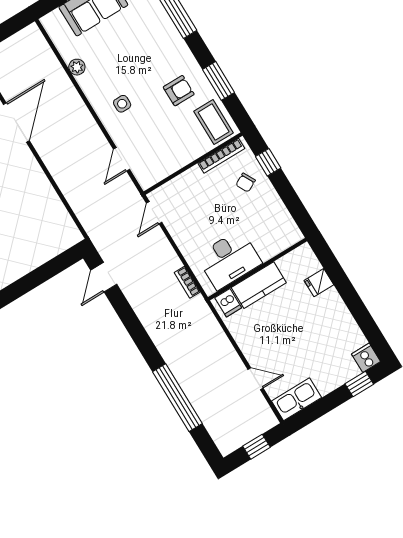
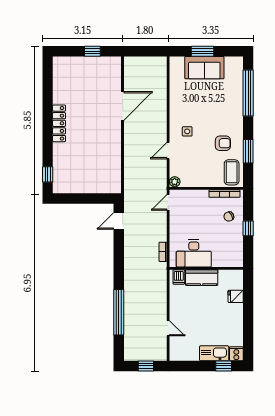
plant: (77, 67) -> (175, 182), moved
door: (121, 159) -> (168, 151), moved
window: (268, 162) -> (248, 228), moved
kitchen sink: (296, 399) -> (214, 353), moved

